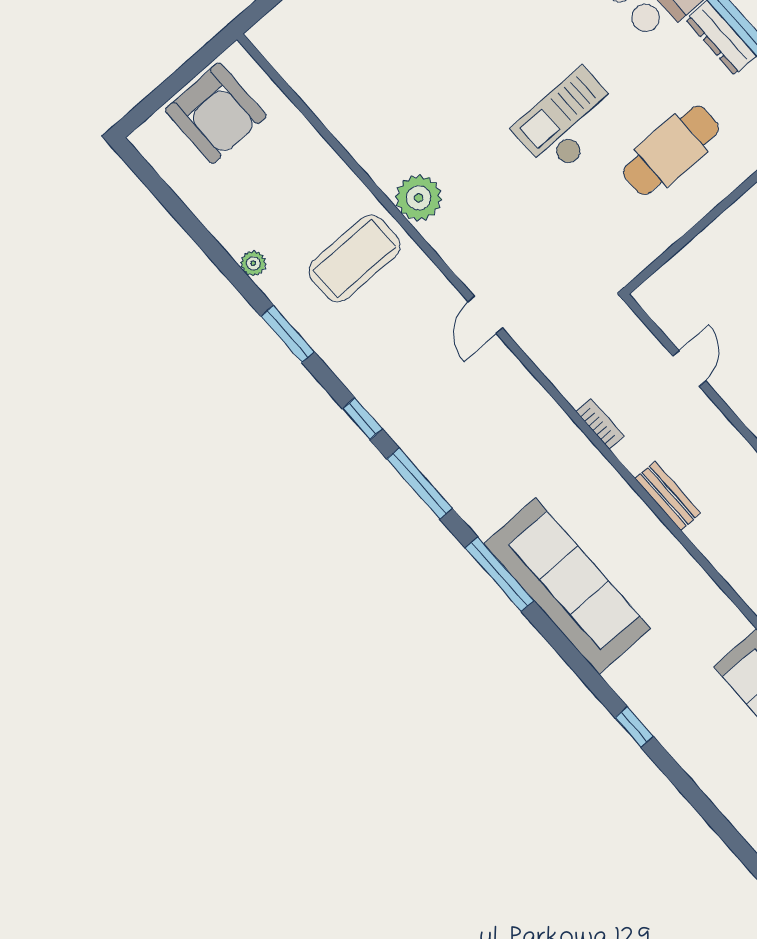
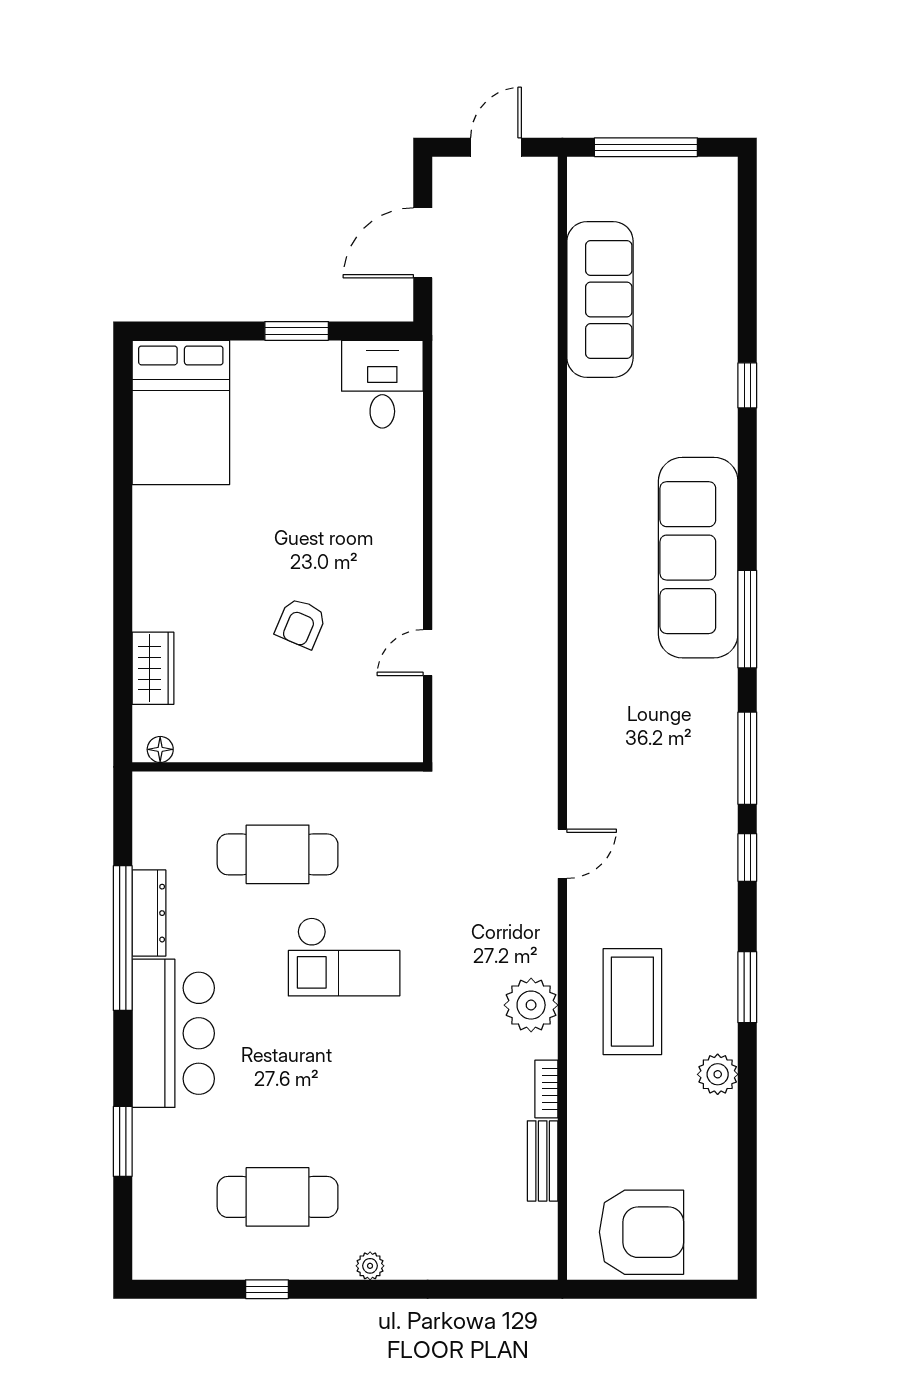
armchair: (216, 113) -> (641, 1232), turned 90
coffee table: (354, 258) -> (632, 1002), turned 90
plant: (253, 263) -> (718, 1074), width x1.38, depth x1.38
bookcase: (600, 424) -> (546, 1089), moved
bench: (668, 496) -> (543, 1161), moved

